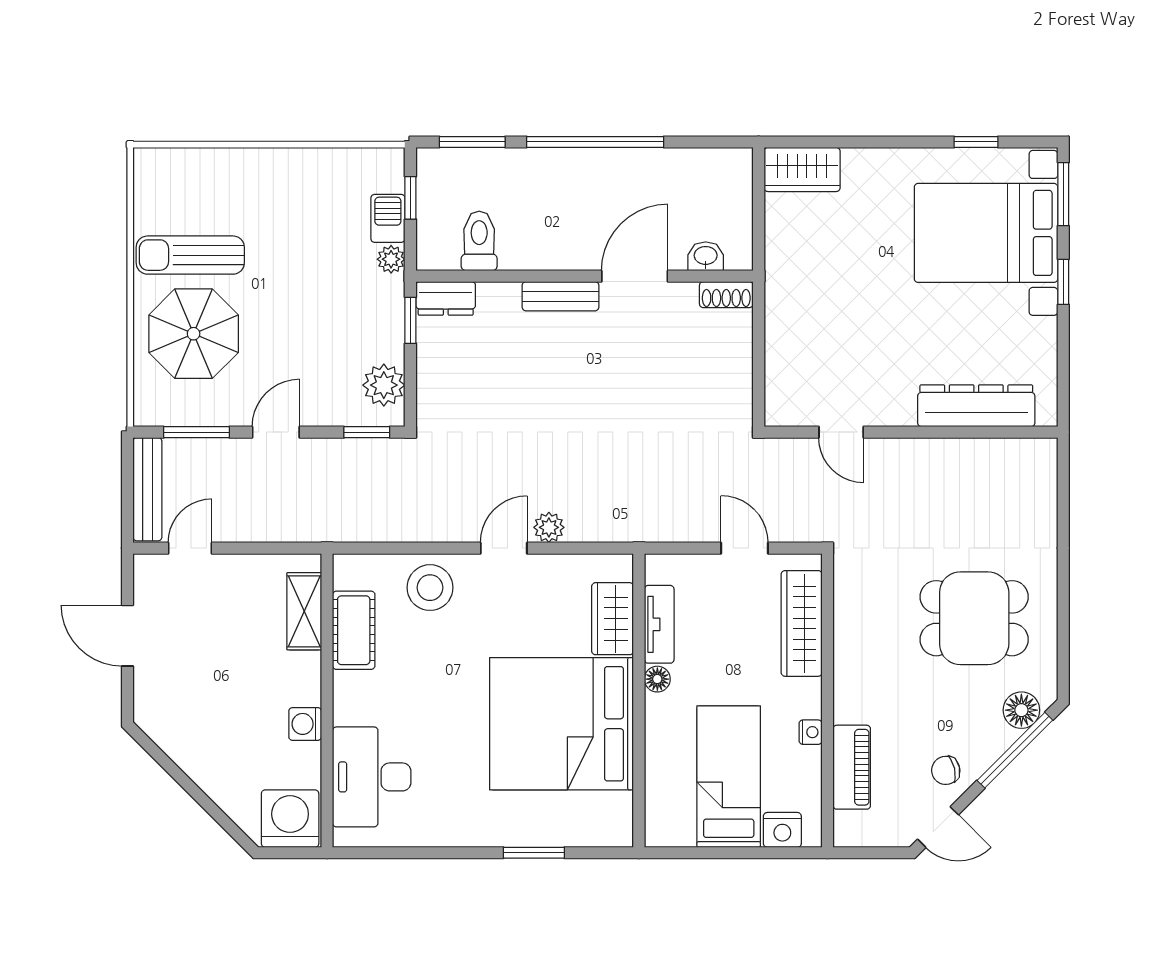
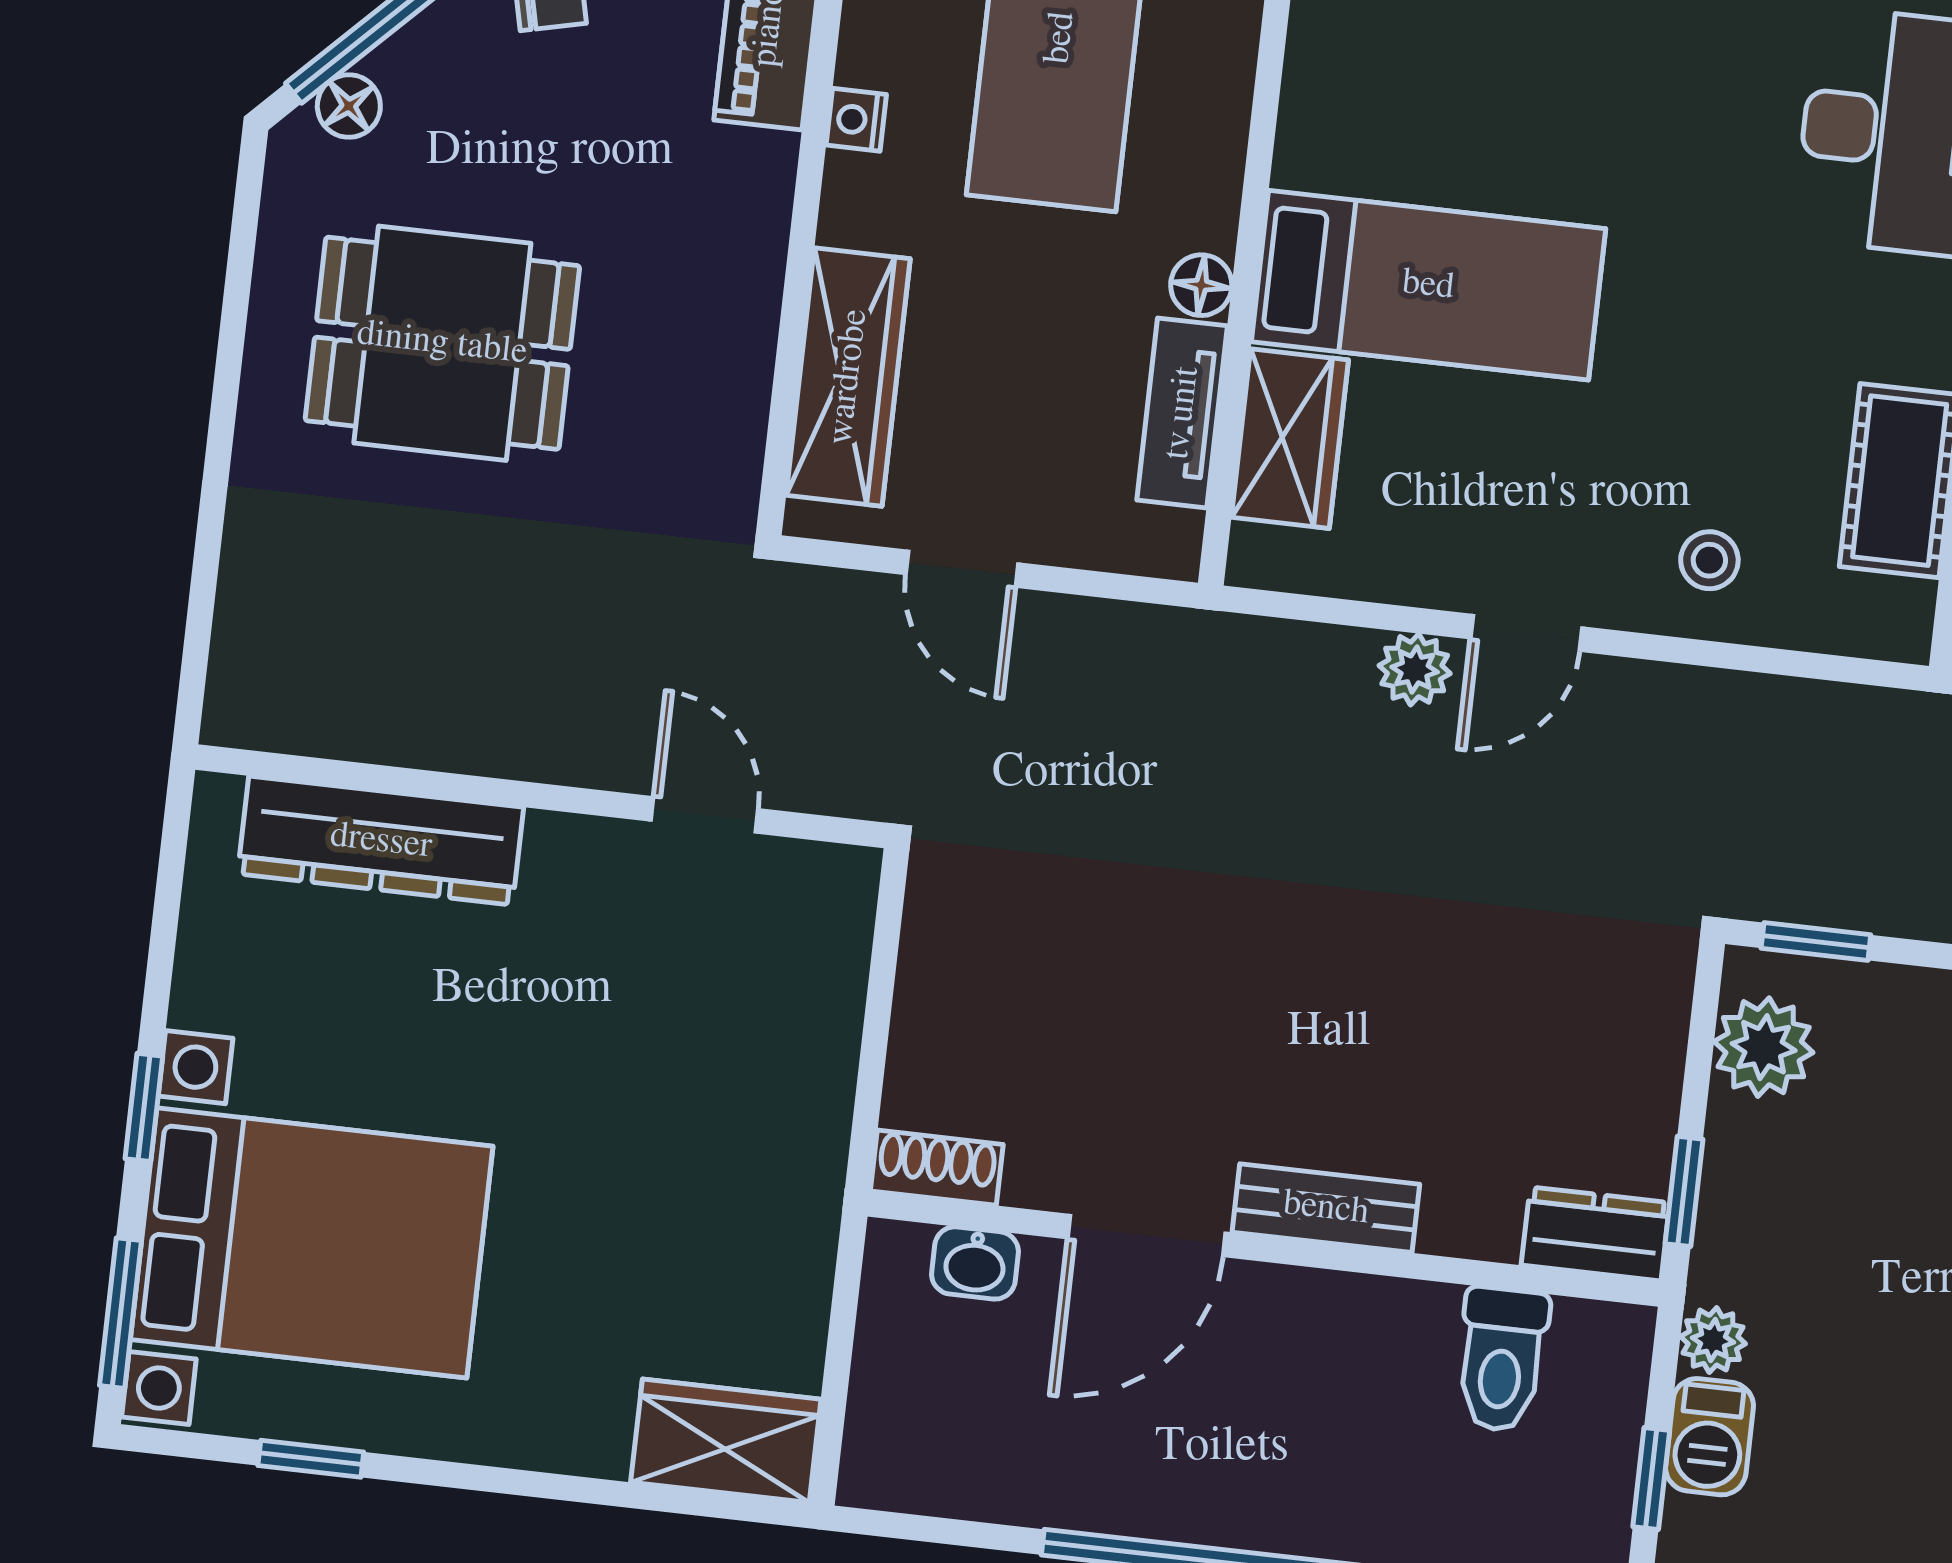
stool: (430, 588) -> (1709, 560), width x0.53, depth x0.53
floor lamp: (1021, 710) -> (349, 106), width x0.73, depth x0.73
bed: (562, 724) -> (1428, 285), width x0.49

